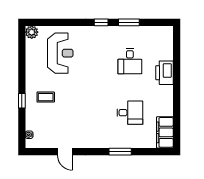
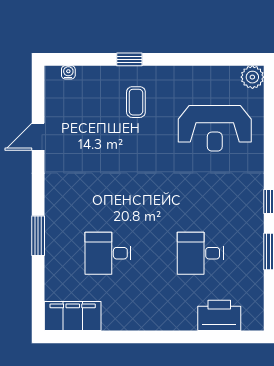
printer: (165, 73) -> (219, 315), moved
desk: (130, 113) -> (108, 253), turned 90

